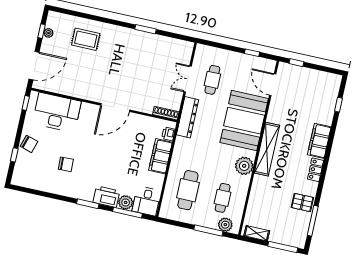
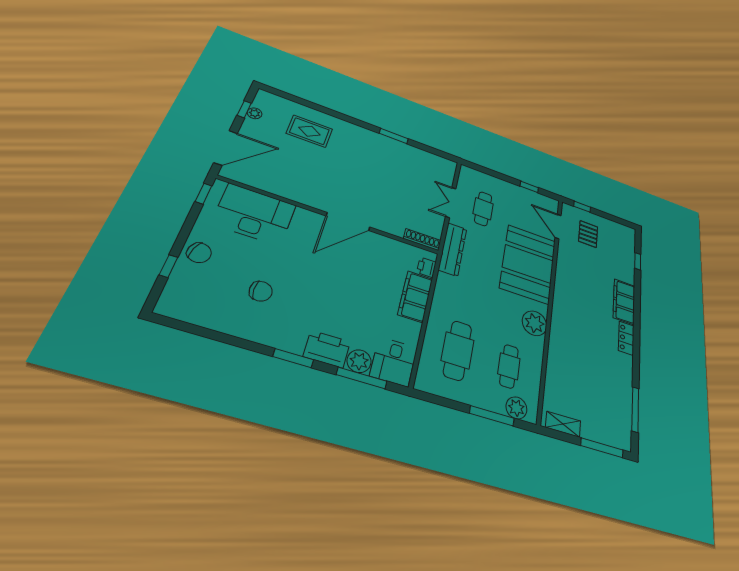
shelving: (267, 149) -> (562, 304), removed
pallet: (302, 202) -> (588, 234), moved, turned 90

